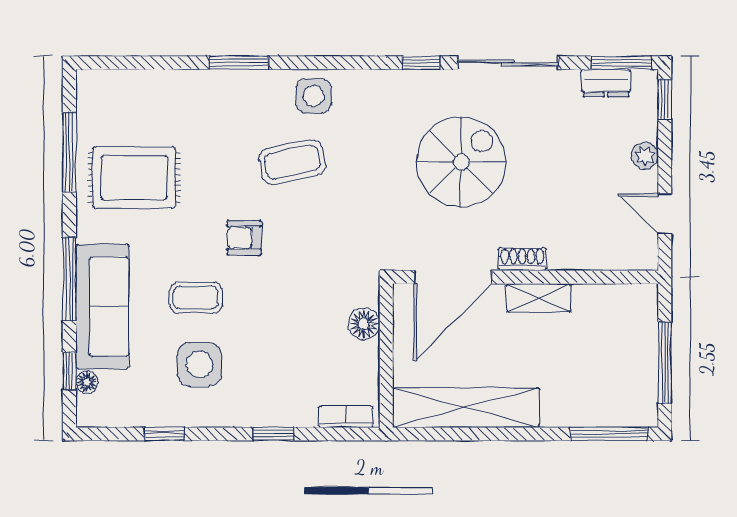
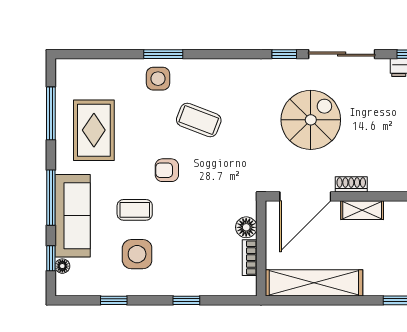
side table: (314, 96) -> (158, 79), moved
coffee table: (292, 162) -> (199, 120), turned 33
rug: (134, 178) -> (94, 130), turned 90
bookcase: (346, 417) -> (250, 258), moved, turned -90

